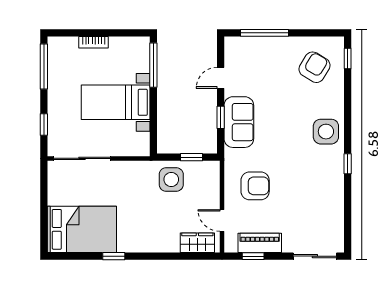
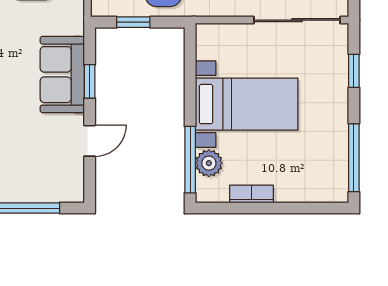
bookcase: (94, 42) -> (251, 194), moved
plant: (141, 63) -> (209, 163), added

